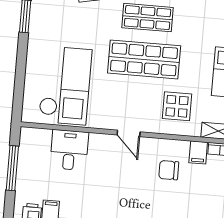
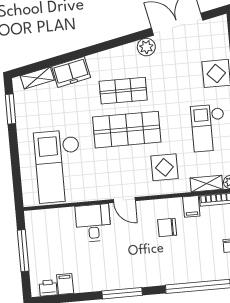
checkout: (65, 86) -> (58, 166), turned 180
desk: (69, 150) -> (93, 223), moved

